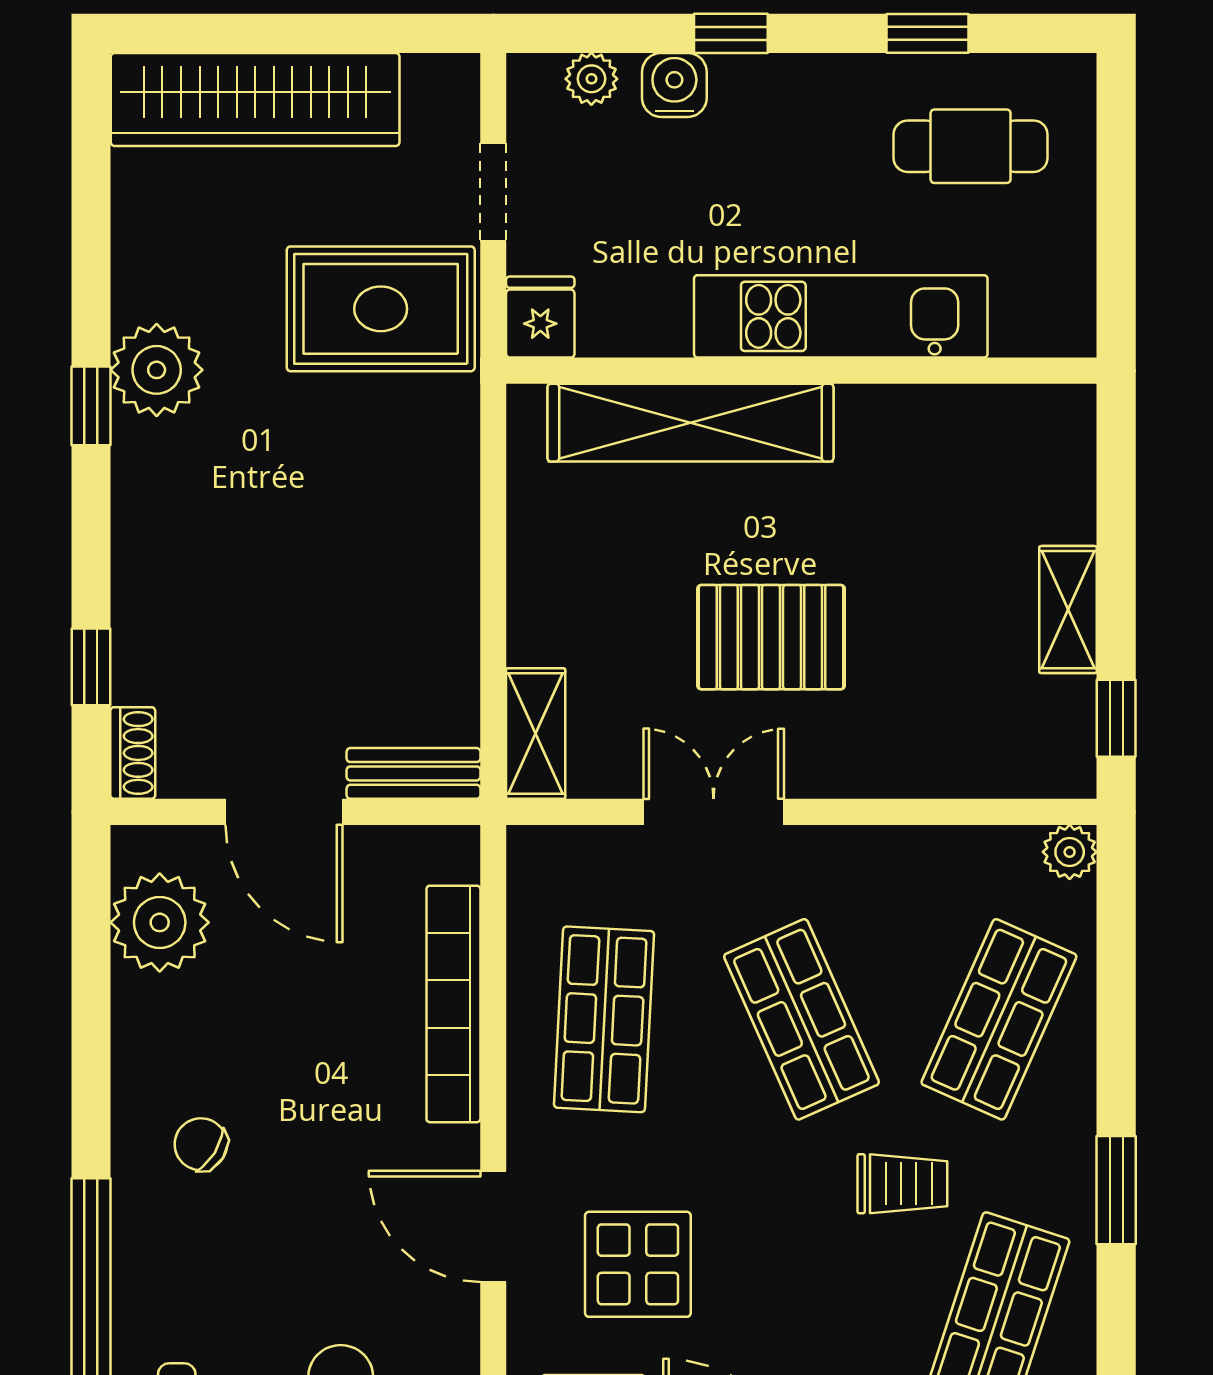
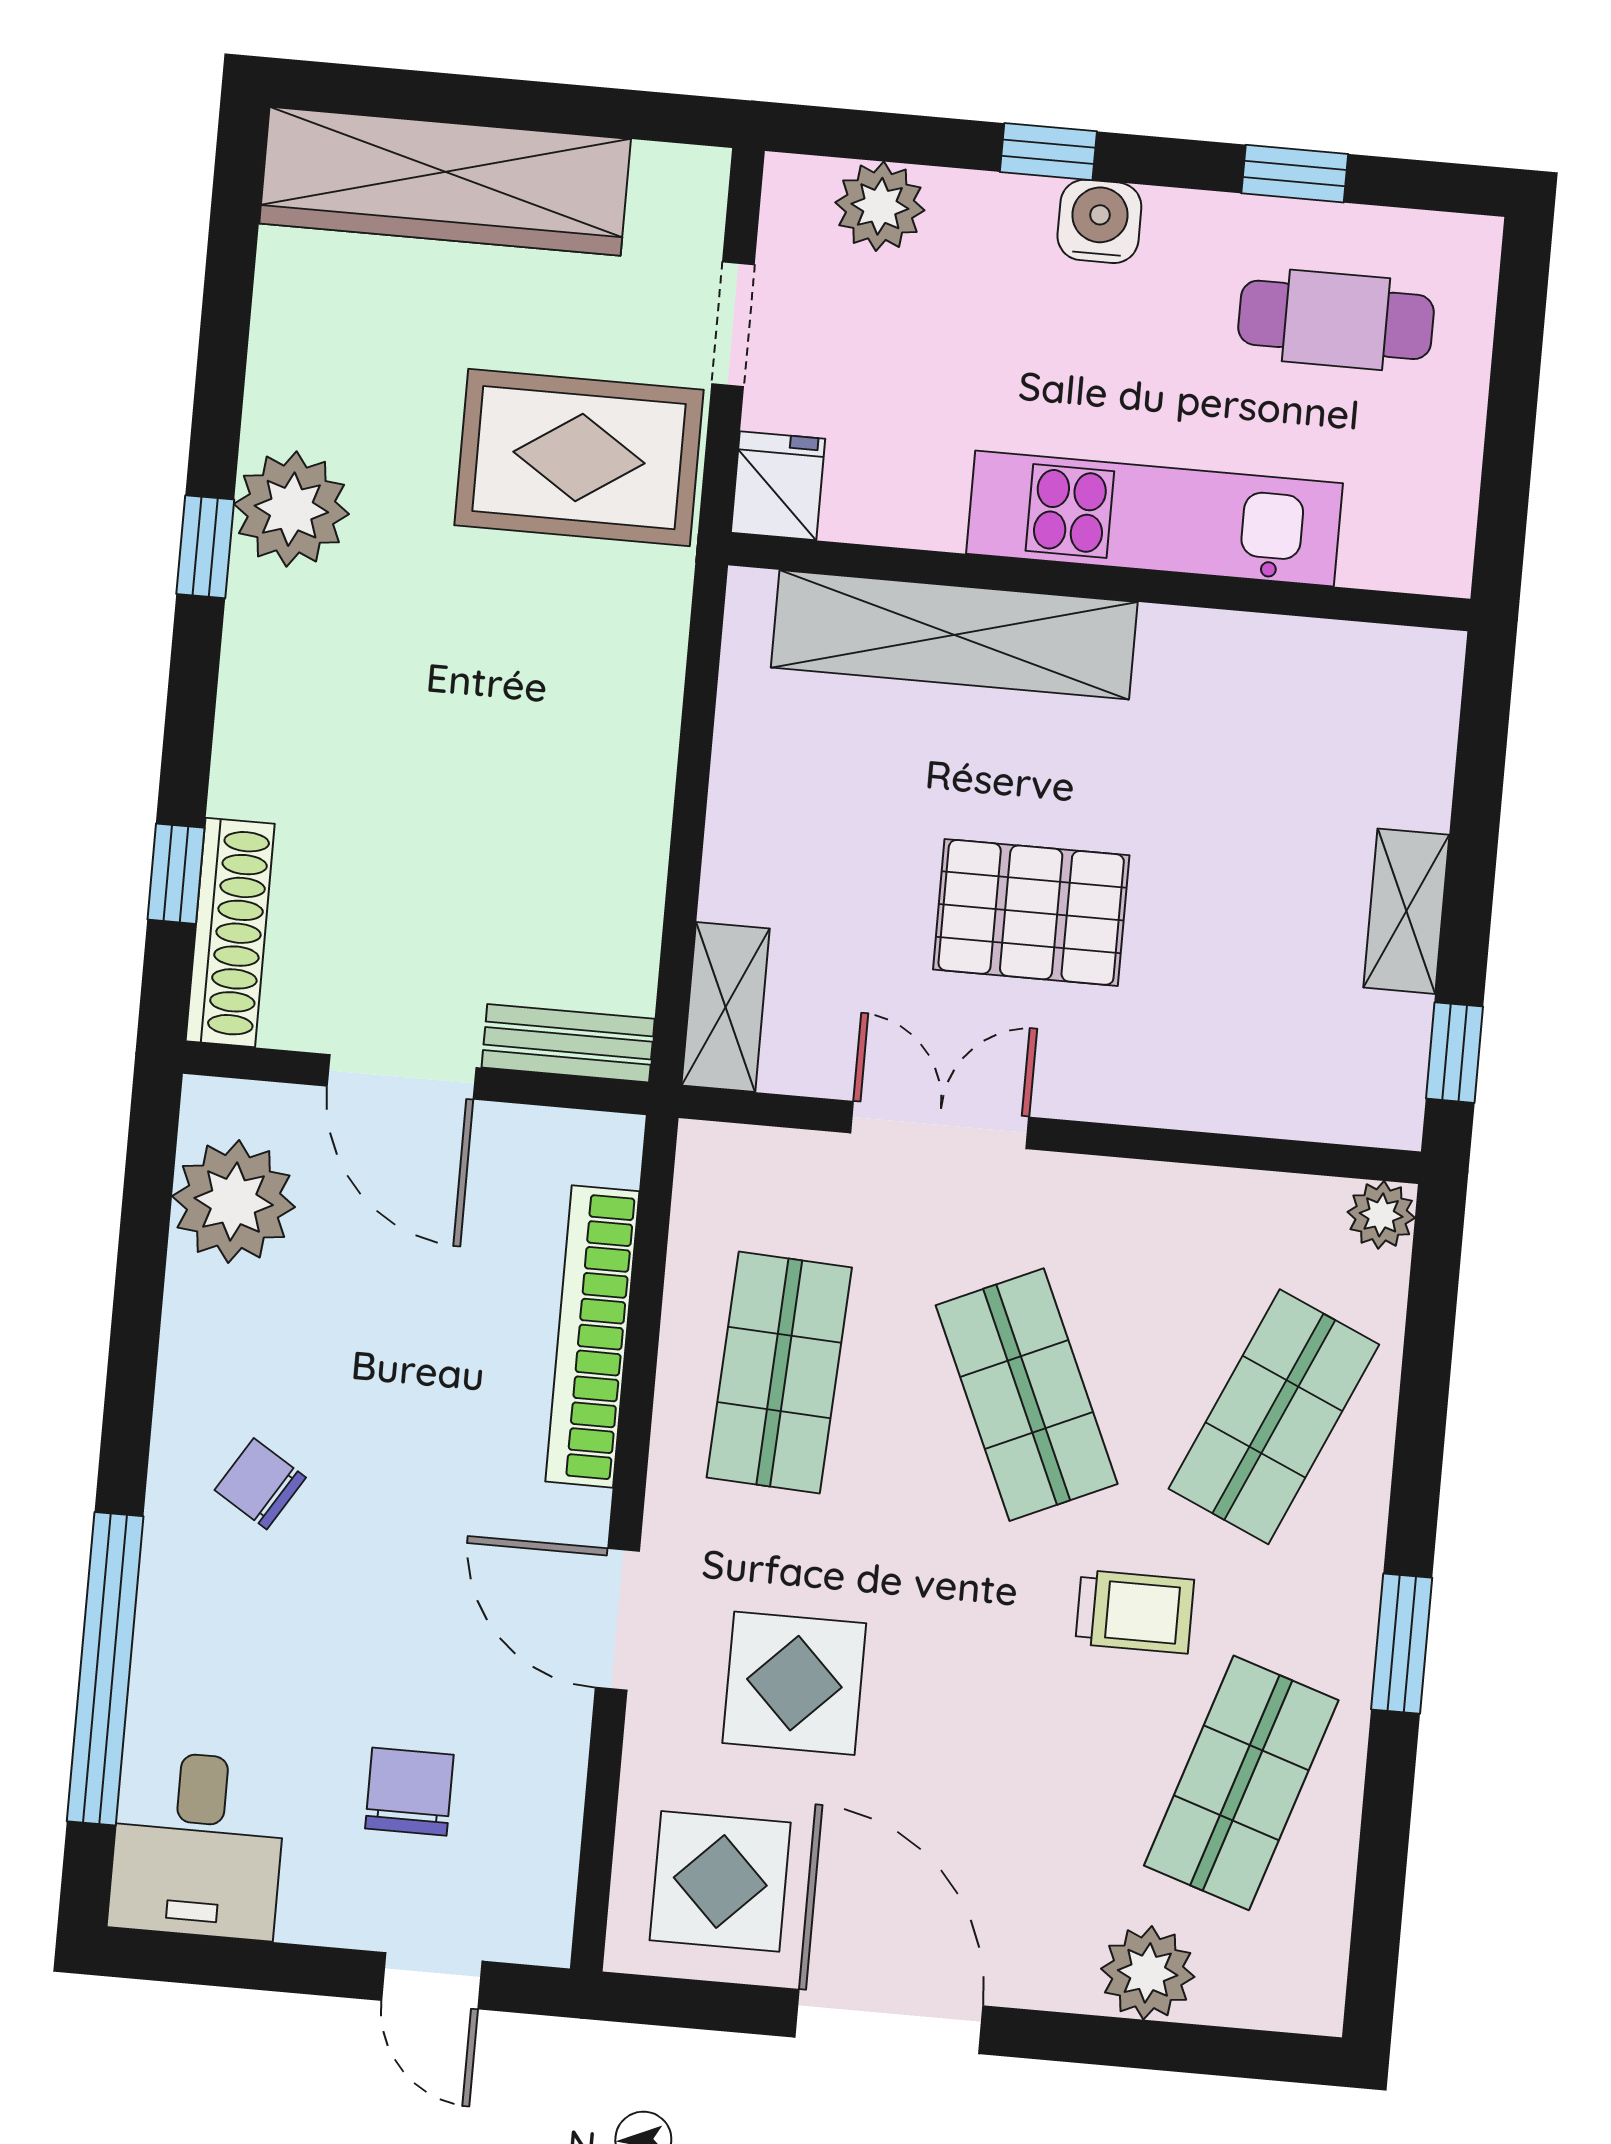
plant: (591, 79) -> (880, 206), width x1.38, depth x1.38
water cooler: (674, 85) -> (1099, 221), moved
shoe rack: (133, 753) -> (230, 932), width x1.94, depth x1.24

